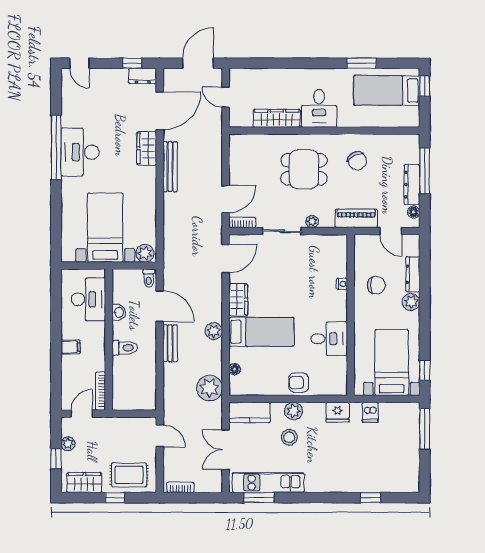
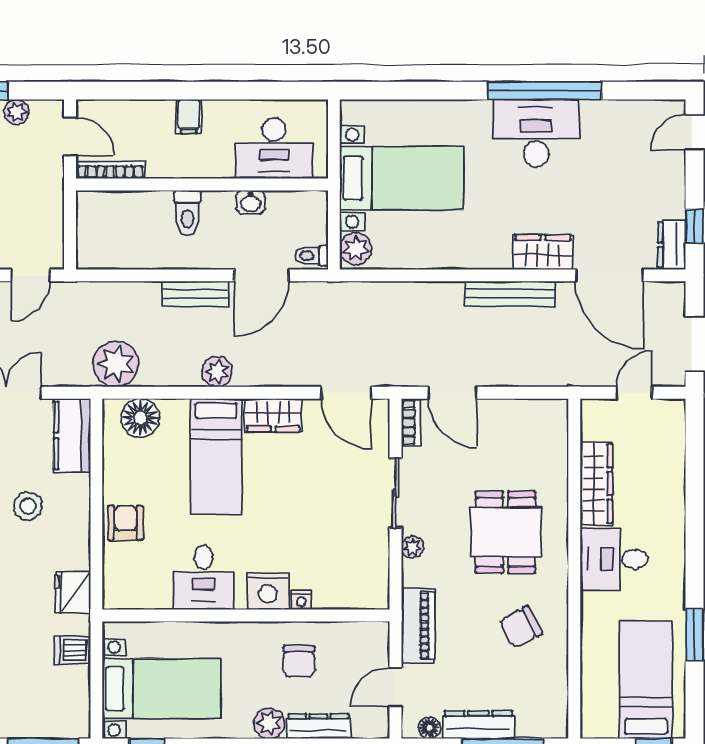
nightstand: (337, 303) -> (268, 591), added
floor lamp: (235, 369) -> (140, 418), width x1.89, depth x1.89
plant: (294, 411) -> (75, 514), removed

